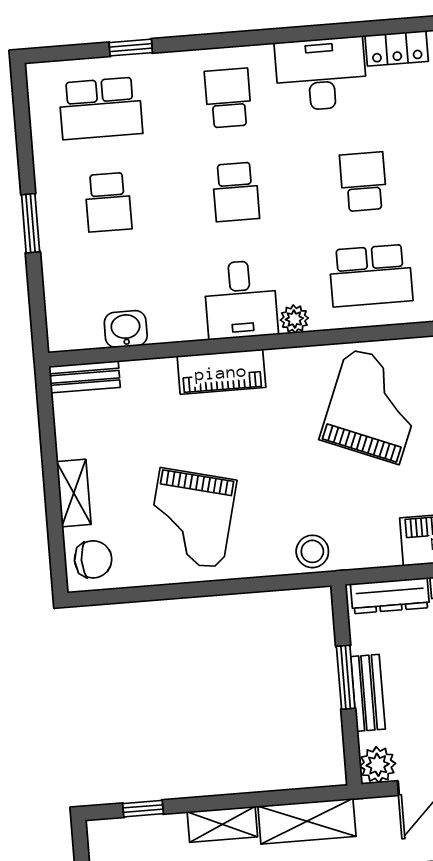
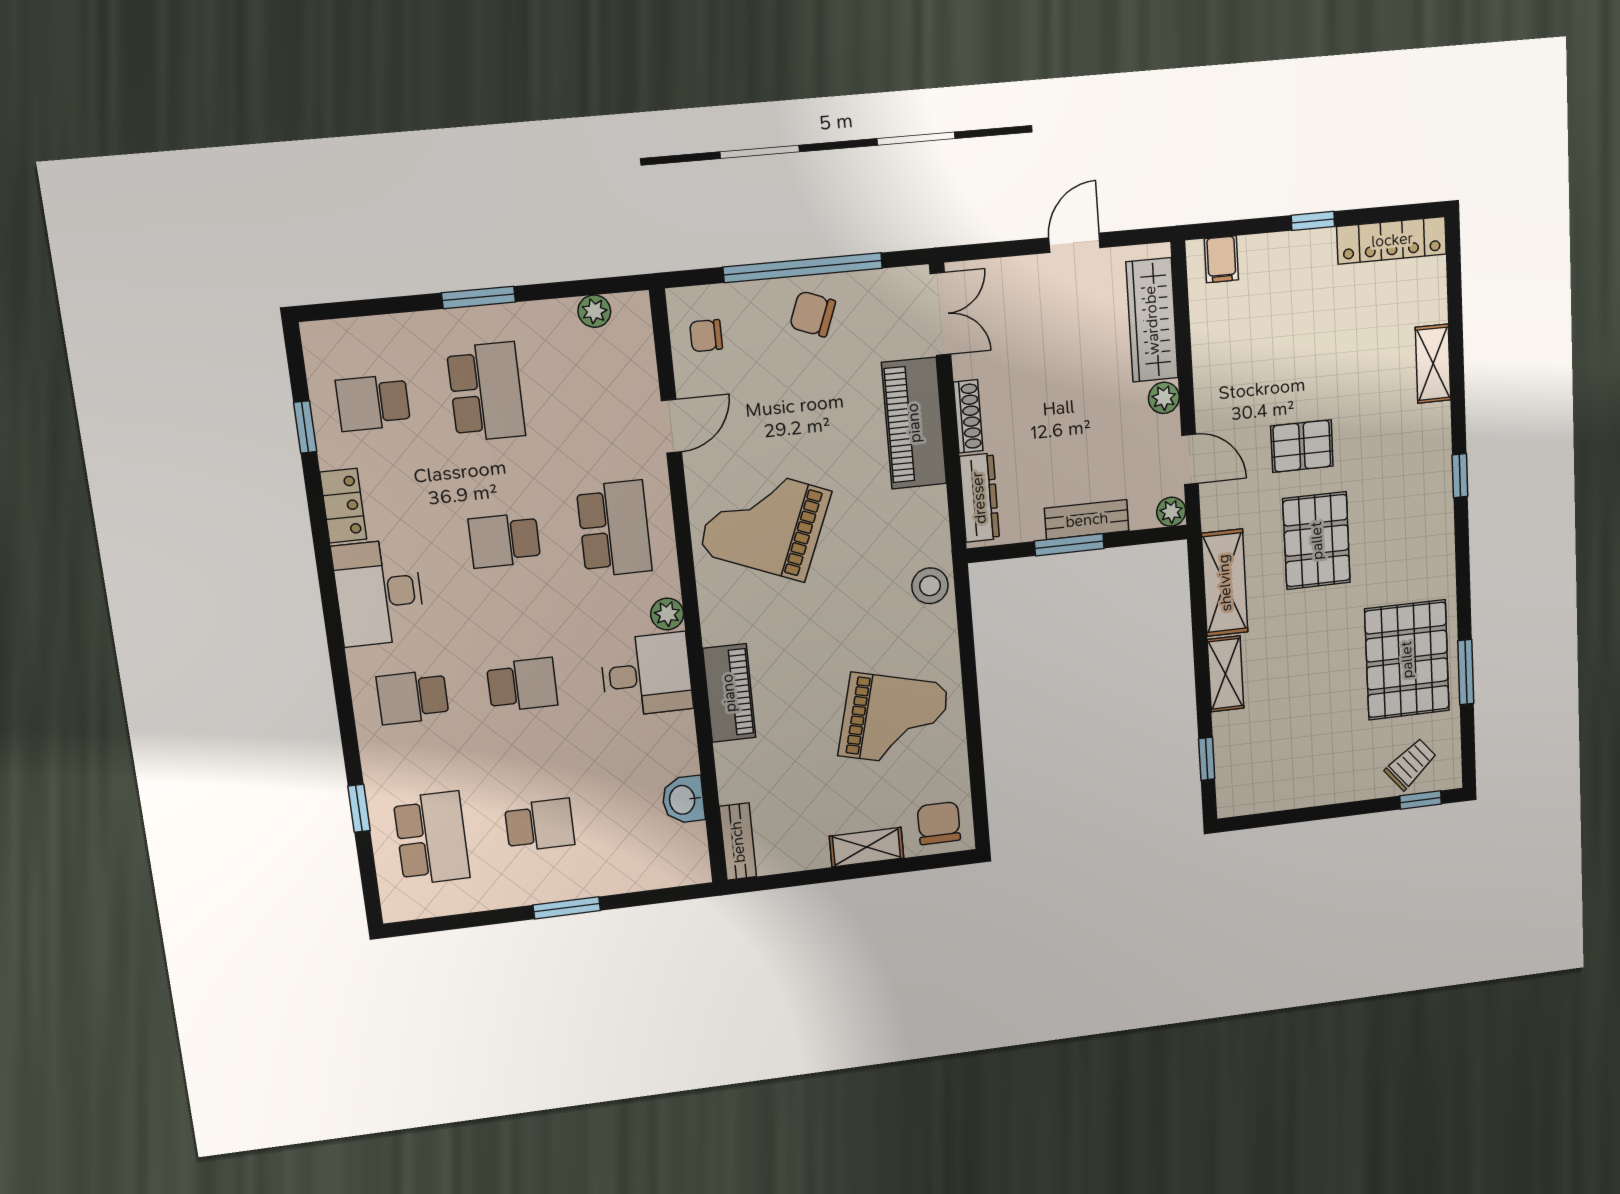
plant: (378, 765) -> (1171, 512), width x0.73, depth x0.73

